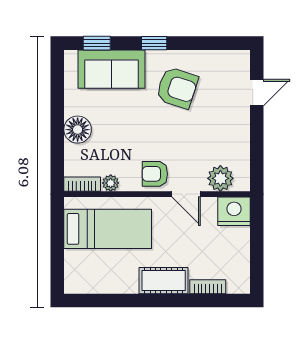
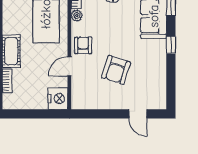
armchair: (177, 88) -> (116, 70), moved
plant: (220, 178) -> (80, 89), removed

